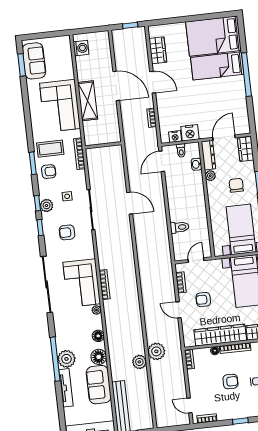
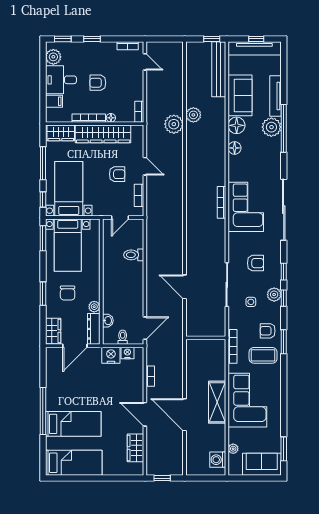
bed: (213, 36) -> (74, 463), width x0.67
sofa: (34, 61) -> (262, 464), moved, turned 90
wall: (103, 145) -> (206, 338), moved
plant: (96, 310) -> (233, 449), moved

